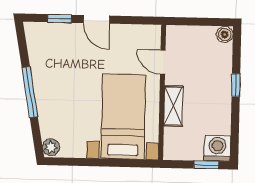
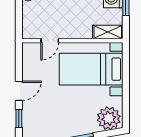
shelving: (173, 106) -> (108, 32), moved
plant: (51, 147) -> (109, 118), width x1.88, depth x1.88

